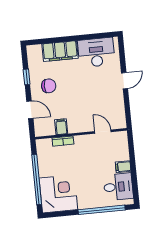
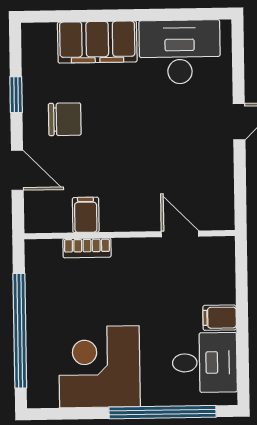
corner desk: (58, 194) -> (99, 367), moved, turned -90

